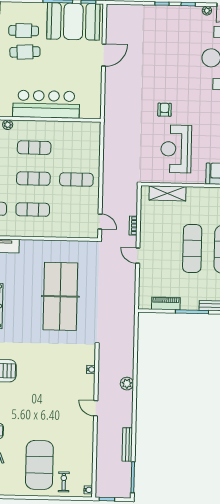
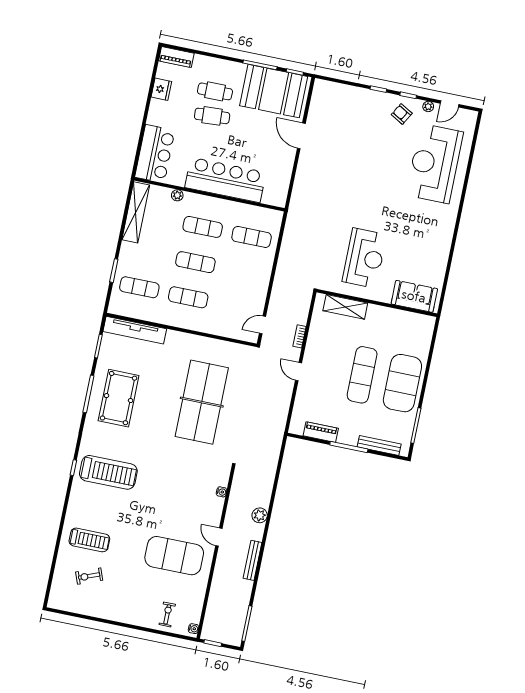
door: (104, 55) -> (301, 136), swing flipped
armchair: (165, 110) -> (402, 114), moved, turned -60
reception desk: (176, 149) -> (364, 258), turned 180
exercise mat: (76, 180) -> (252, 237), moved
door: (100, 222) -> (262, 325), swing flipped
bench: (127, 444) -> (253, 560), moved
exercise mat: (39, 465) -> (174, 556), moved, turned 90

